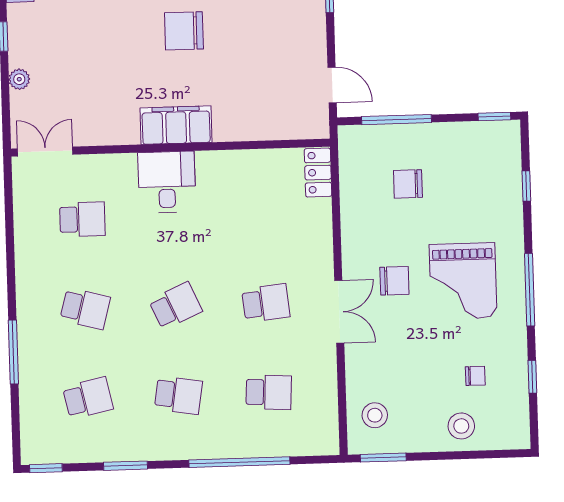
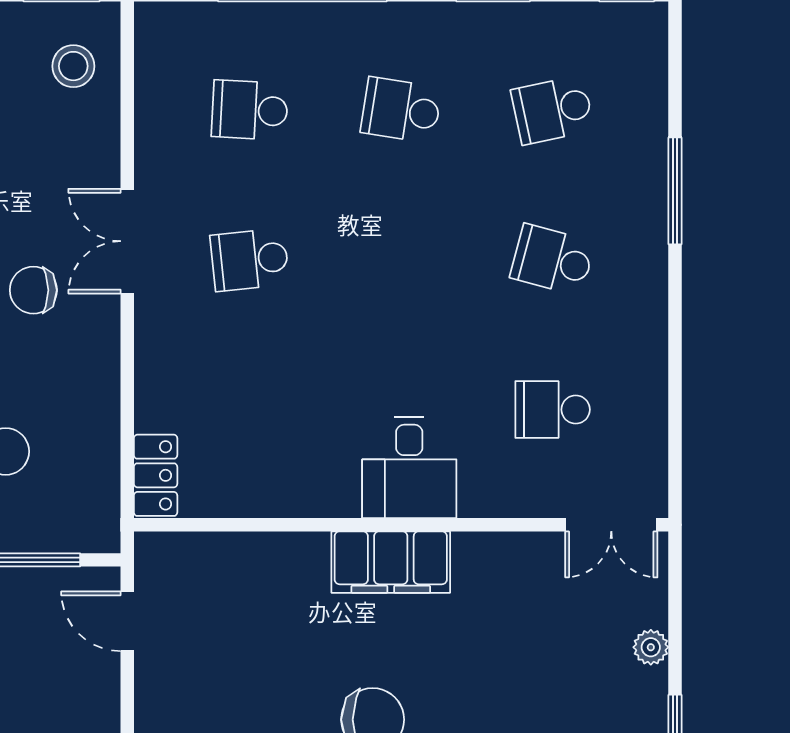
school desk: (176, 306) -> (401, 260), removed

